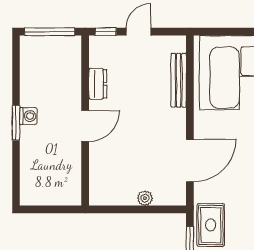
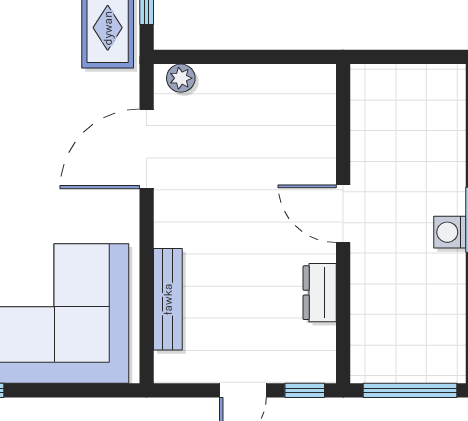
door: (85, 126) -> (343, 214), hinge flipped
plant: (145, 198) -> (181, 78), moved

